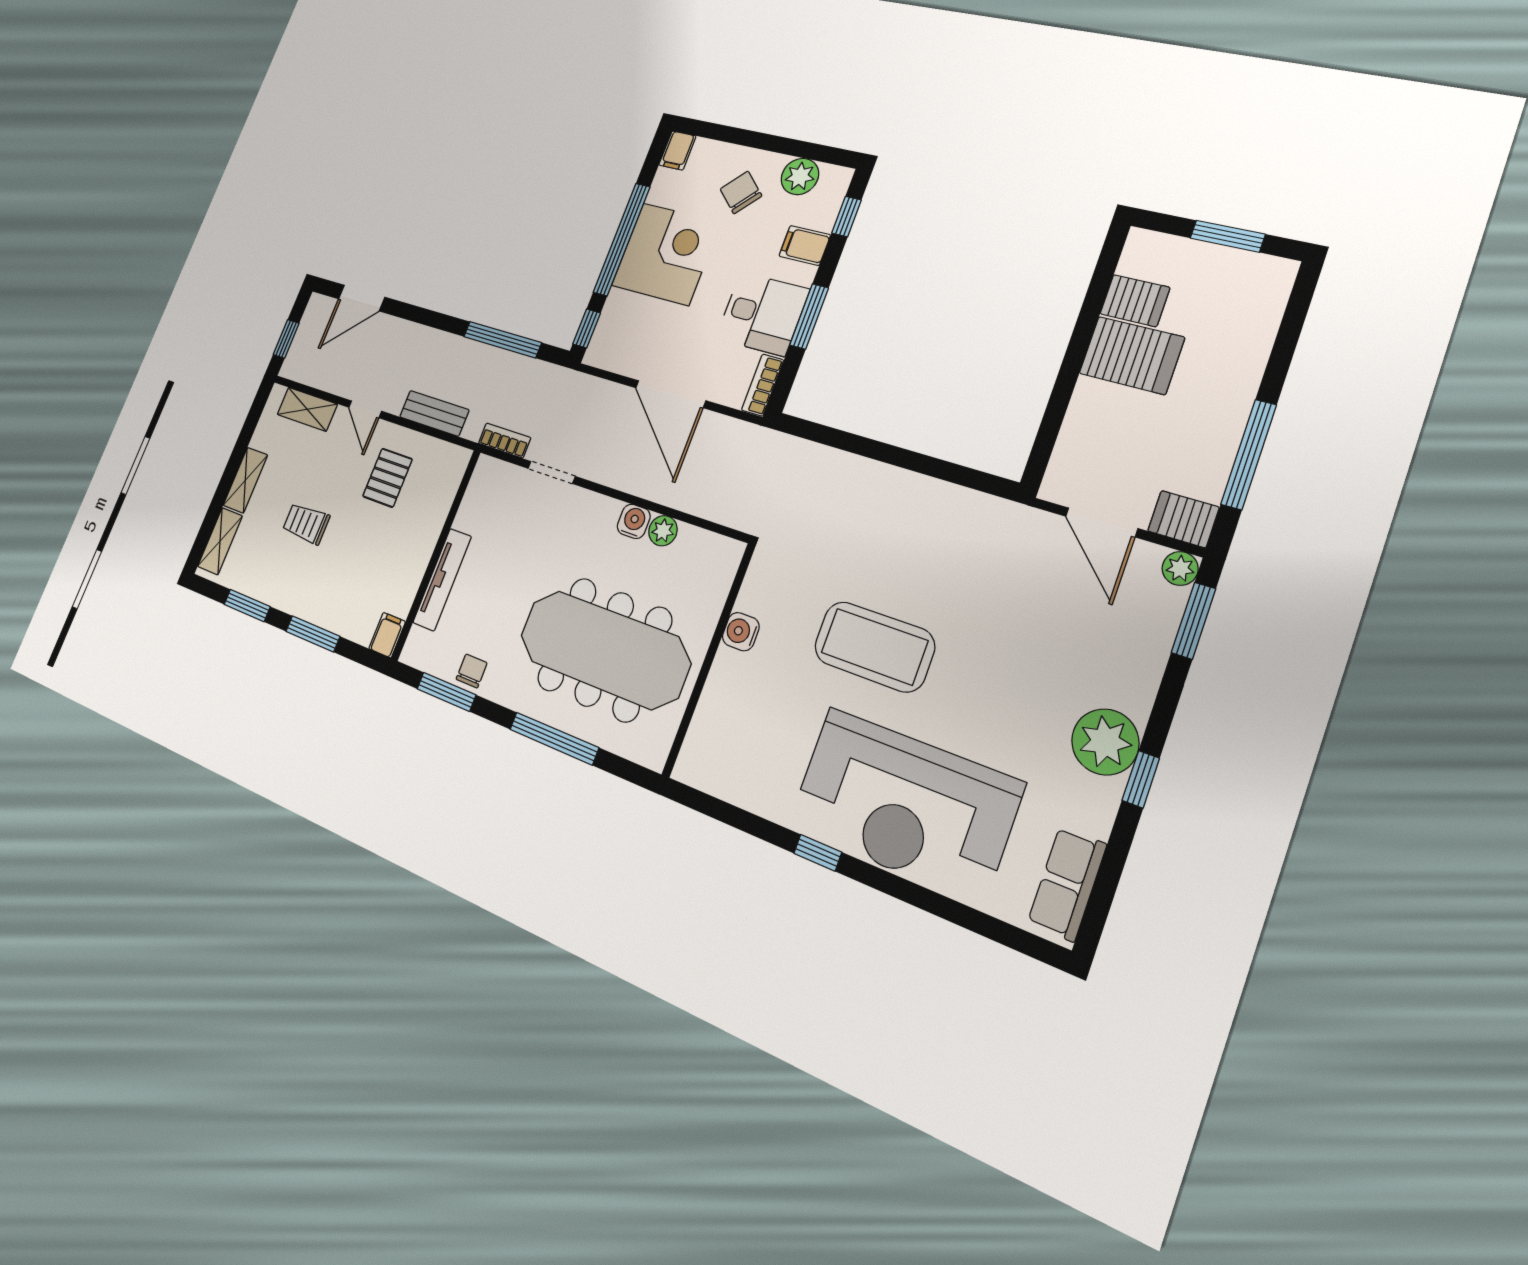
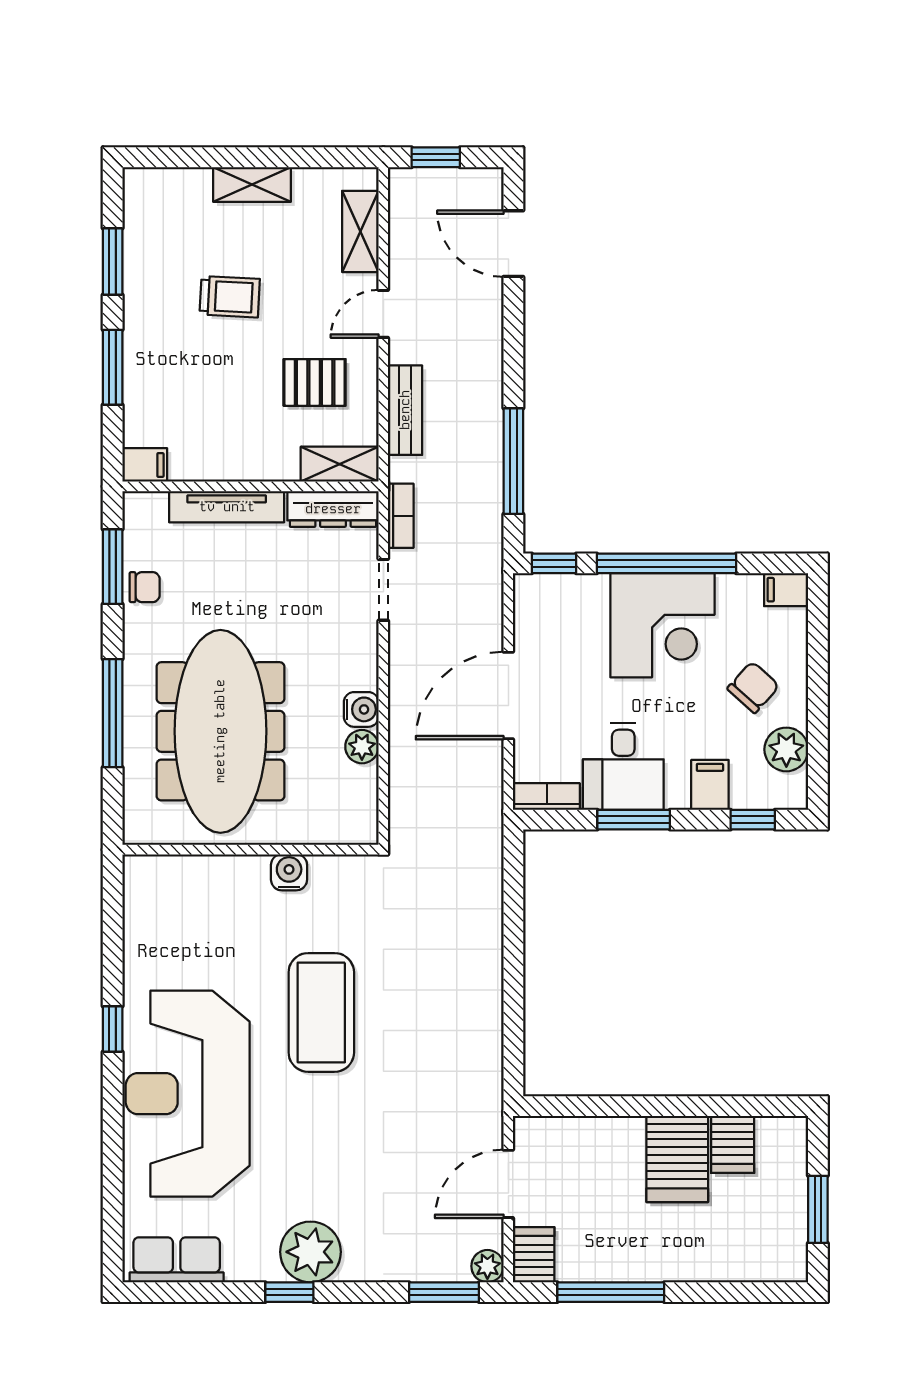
dresser: (478, 494) -> (333, 509), added
trolley: (306, 523) -> (230, 297), turned 93
shelving: (220, 541) -> (340, 464), moved

